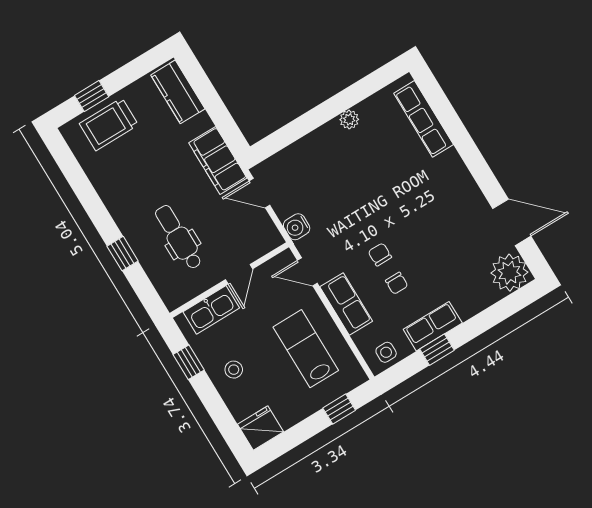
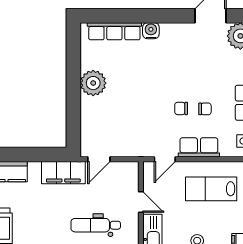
plant: (349, 119) -> (93, 83), width x1.88, depth x1.88
water cooler: (297, 227) -> (151, 31), moved, turned 180

